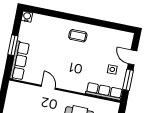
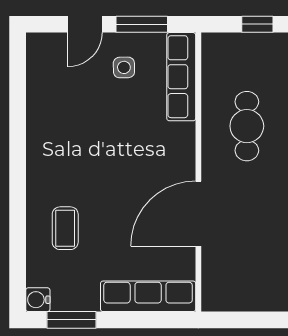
coffee table: (78, 36) -> (65, 228), moved
window: (13, 45) -> (72, 320), moved
door: (48, 87) -> (198, 214), width x1.87

